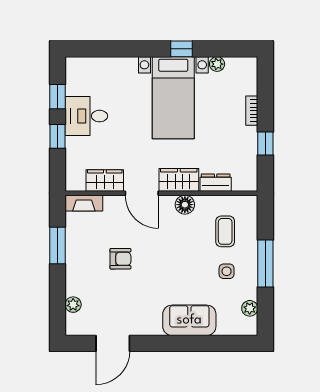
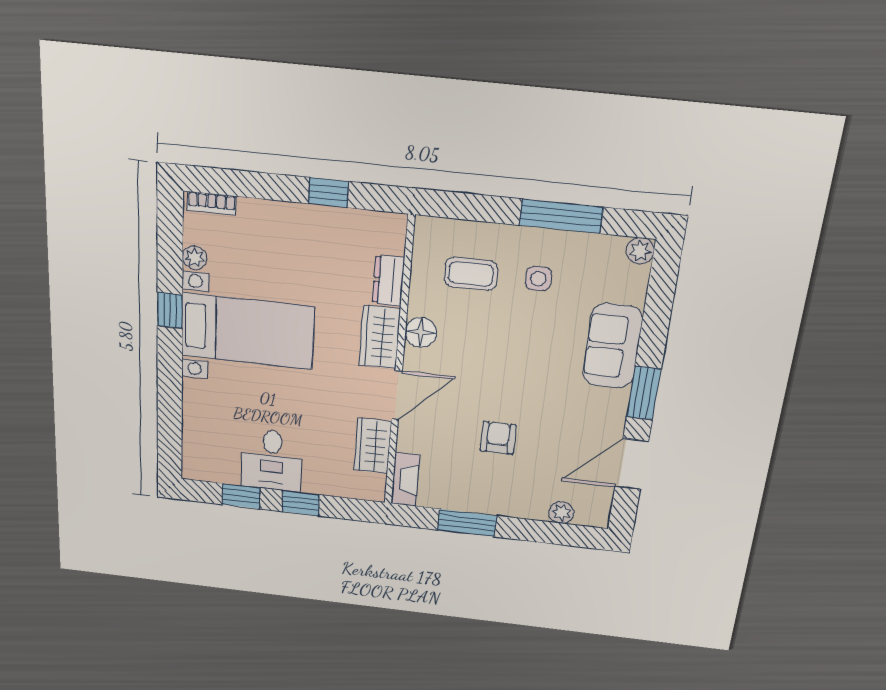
bookcase: (252, 111) -> (212, 203), moved
window: (265, 264) -> (561, 216), moved
plant: (250, 308) -> (640, 251), moved
door: (113, 343) -> (632, 464), swing flipped
window: (161, 343) -> (644, 393), added

